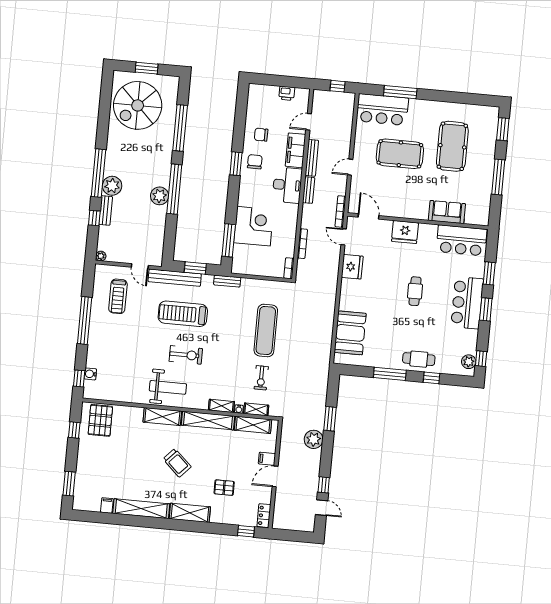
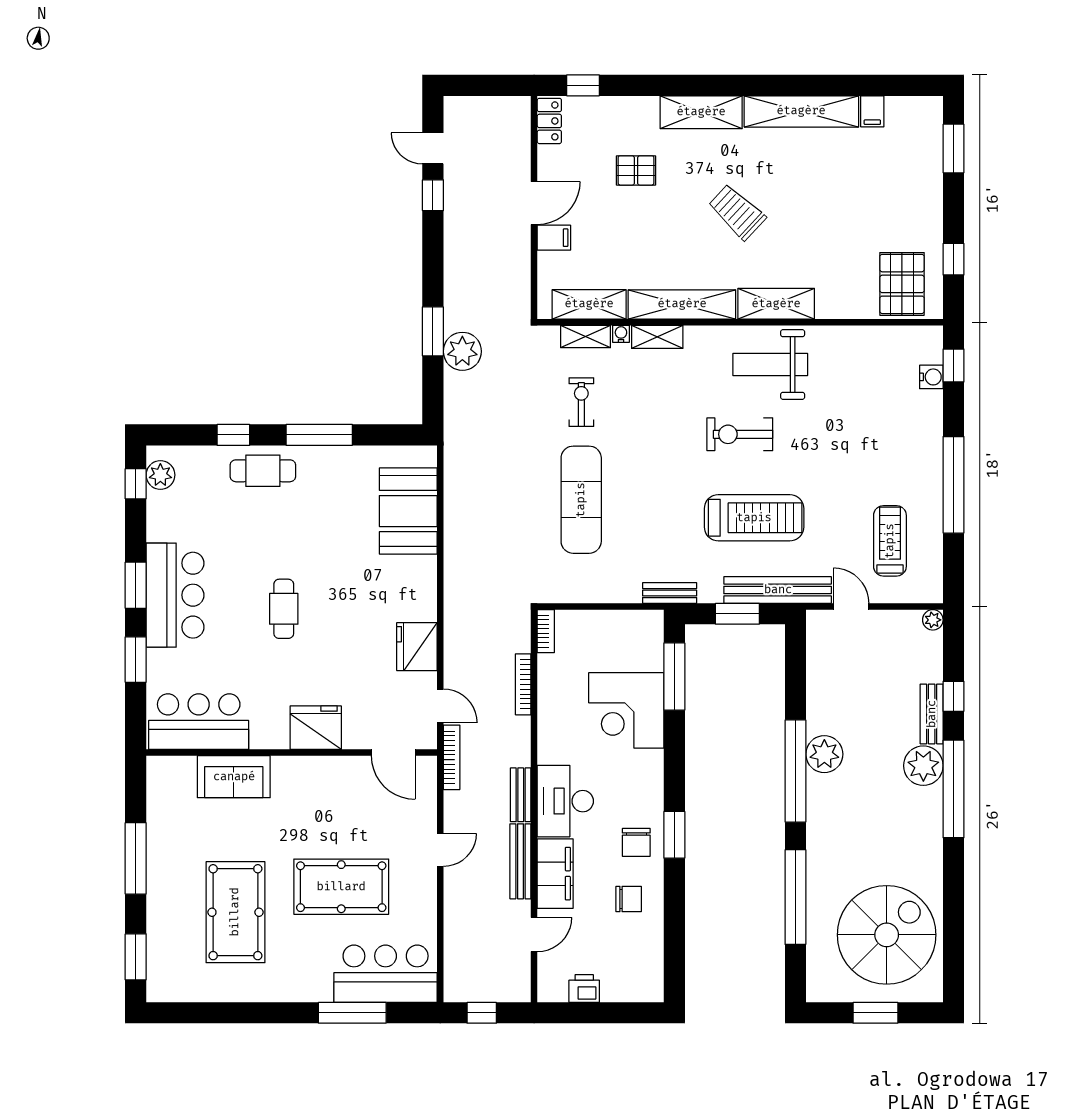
plant: (314, 439) -> (462, 351), moved

